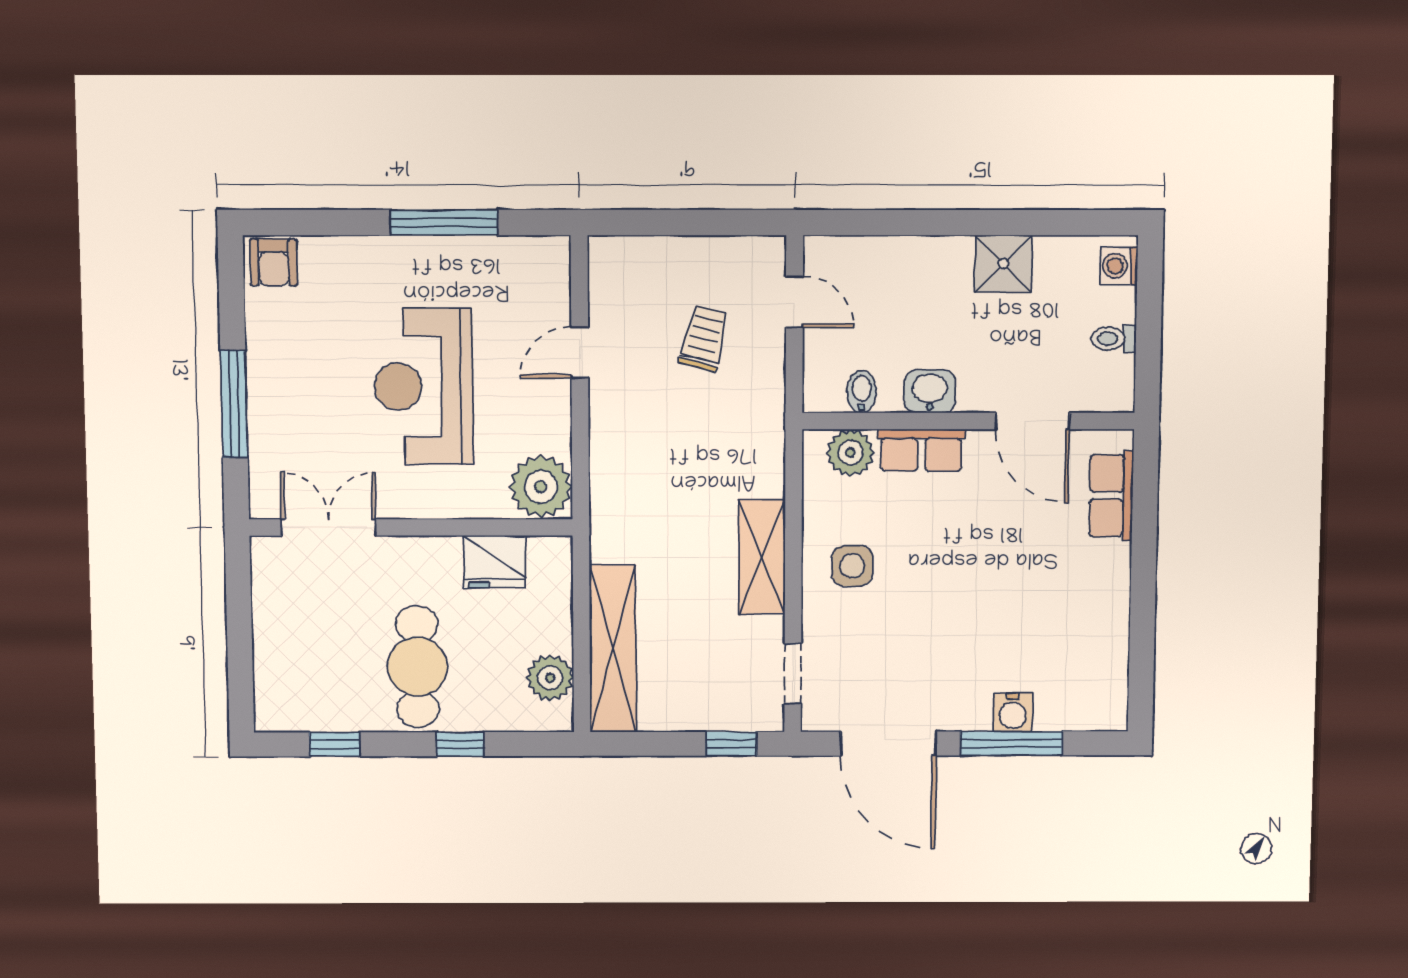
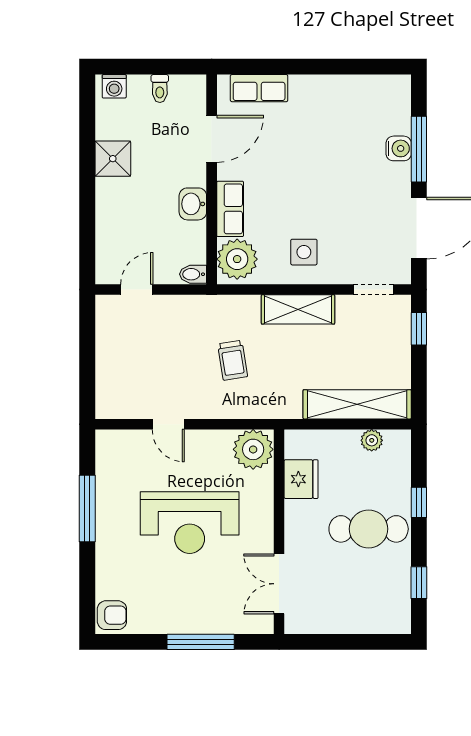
trolley: (704, 338) -> (233, 360), moved, turned -113
bidet: (862, 392) -> (193, 274), moved
plant: (850, 453) -> (237, 259), width x1.36, depth x1.36
plant: (550, 678) -> (372, 440), width x0.73, depth x0.73

